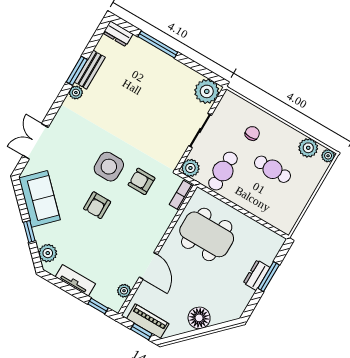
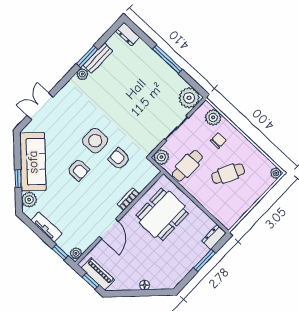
window: (158, 44) -> (167, 59), moved
plant: (308, 148) -> (213, 117), moved
cafe table: (272, 169) -> (228, 174), turned -63
bookcase: (181, 195) -> (128, 199), moved
sofa: (40, 199) -> (33, 162), width x1.36
armchair: (97, 205) -> (78, 170), turned -90
dining table: (207, 234) -> (162, 214), turned 90
dresser: (257, 275) -> (214, 237), moved
plant: (124, 291) -> (76, 253), moved
floor lamp: (199, 318) -> (145, 285), width x0.53, depth x0.53

